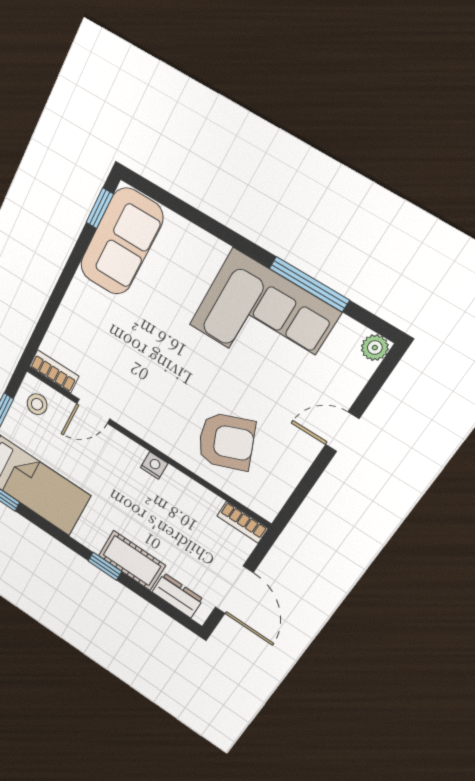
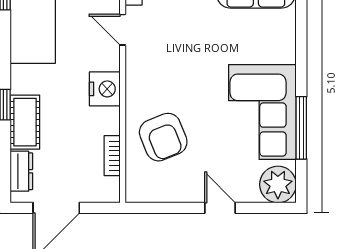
plant: (375, 348) -> (278, 184), width x1.88, depth x1.88
nightstand: (154, 465) -> (105, 89), width x1.89, depth x1.79
bookcase: (242, 522) -> (112, 156), moved

